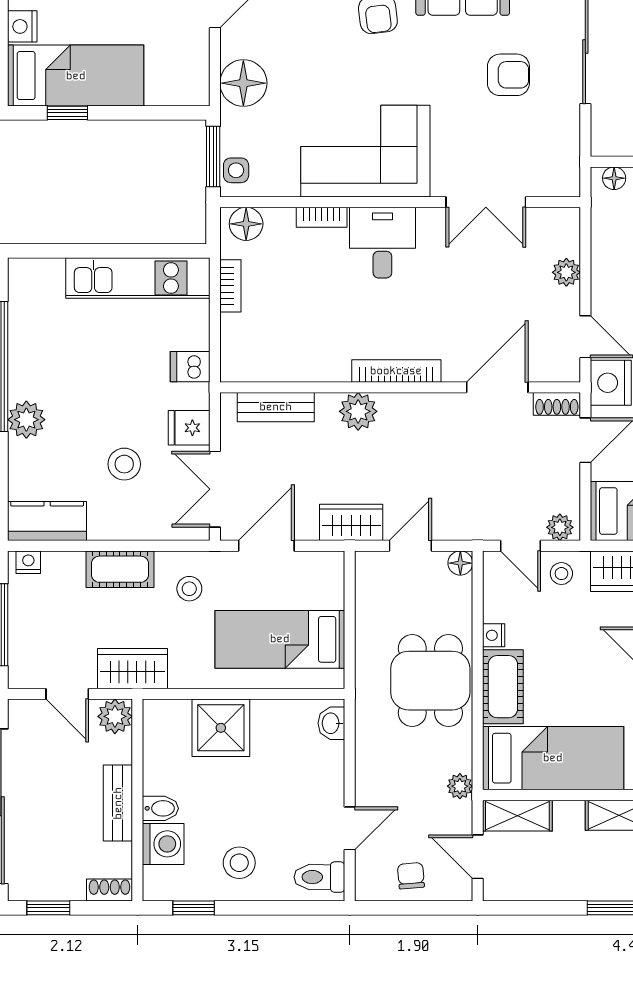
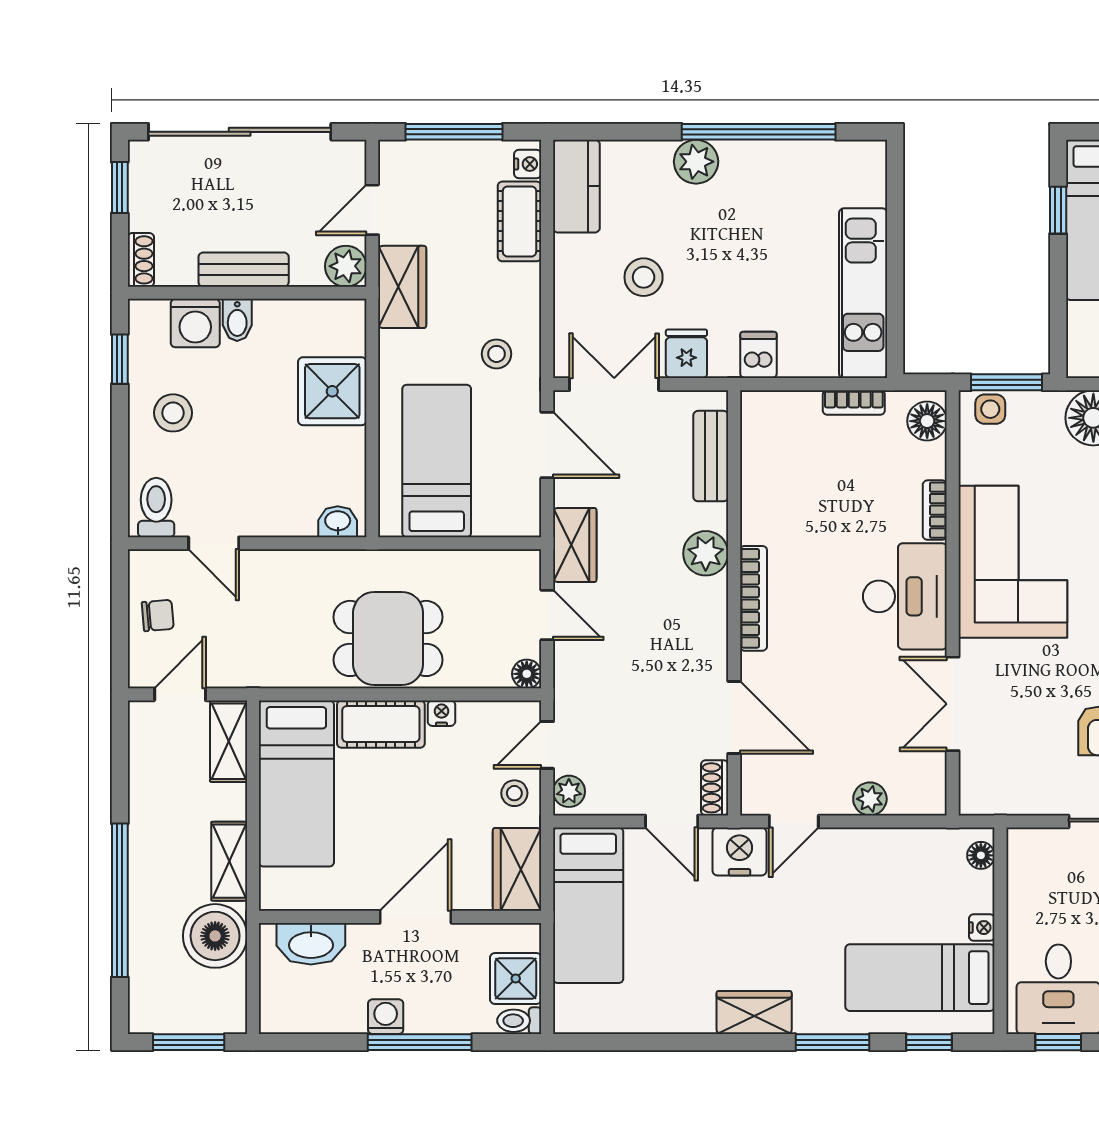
desk: (382, 243) -> (905, 596), width x1.37
cot: (120, 569) -> (519, 221), moved
plant: (460, 786) -> (263, 673), removed

